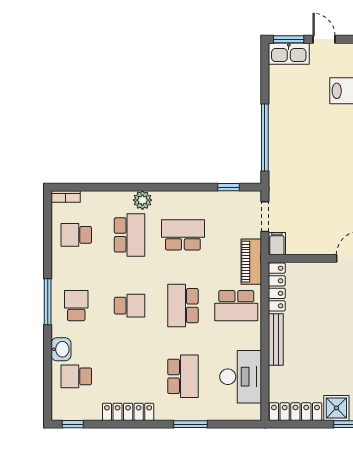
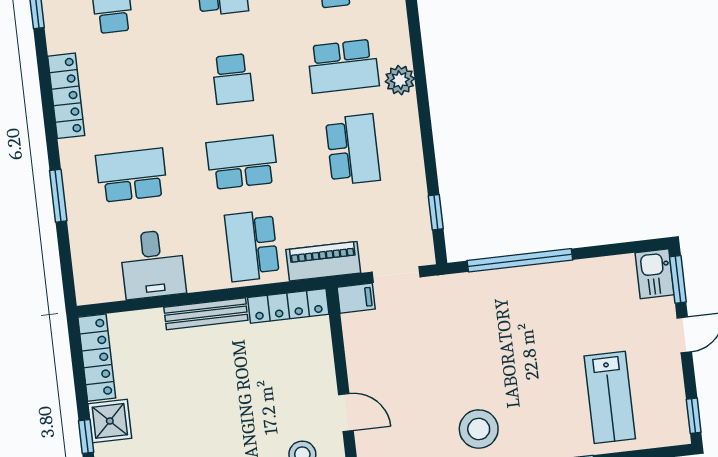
kitchen sink: (289, 54) -> (655, 274), width x0.73
school desk: (183, 376) -> (132, 175), turned 180
desk: (241, 377) -> (153, 264), width x0.73

